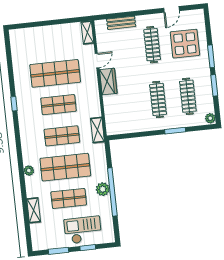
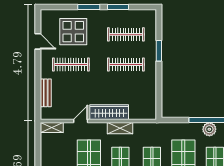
door: (97, 61) -> (81, 121), hinge flipped
wardrobe: (108, 82) -> (109, 112), width x1.50
plant: (210, 118) -> (150, 15), removed
shelving: (97, 130) -> (120, 128), moved

